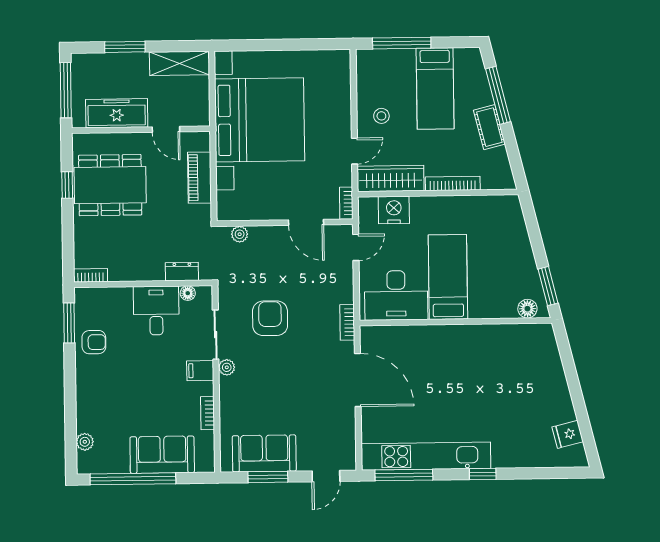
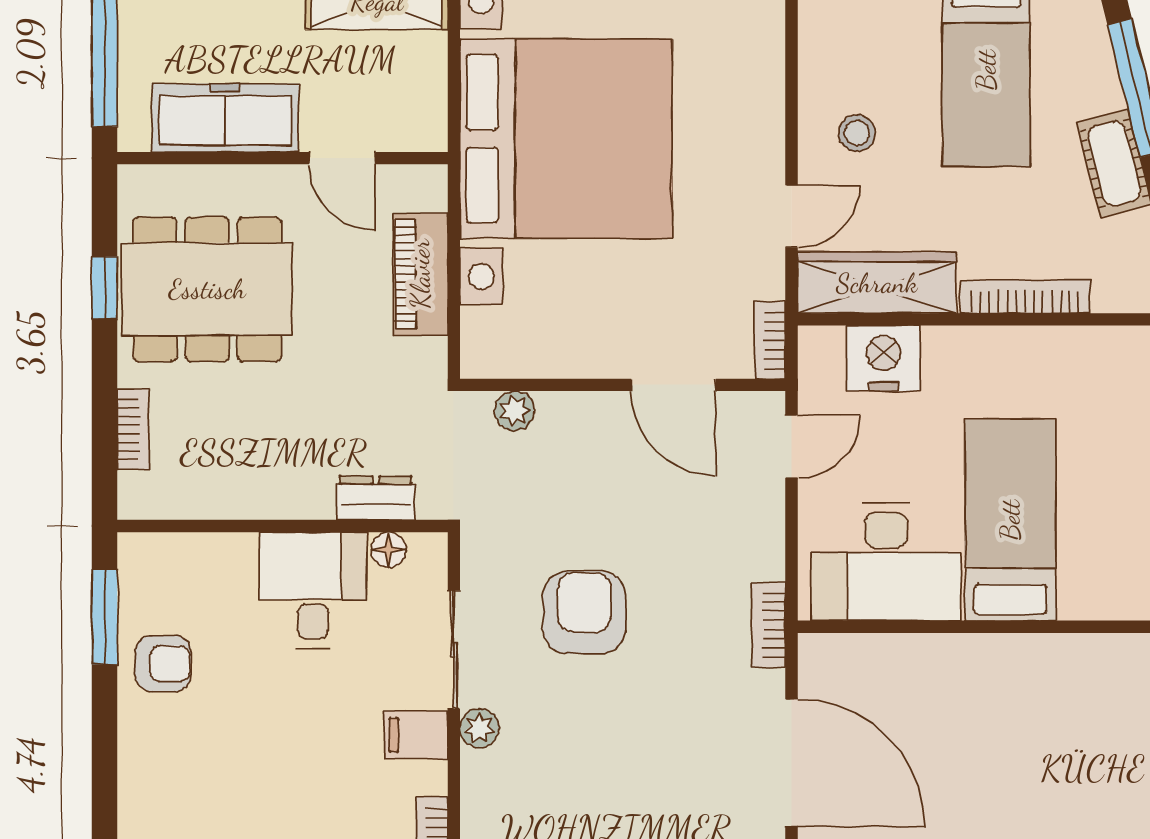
bookcase: (91, 275) -> (133, 429), moved, turned 90

